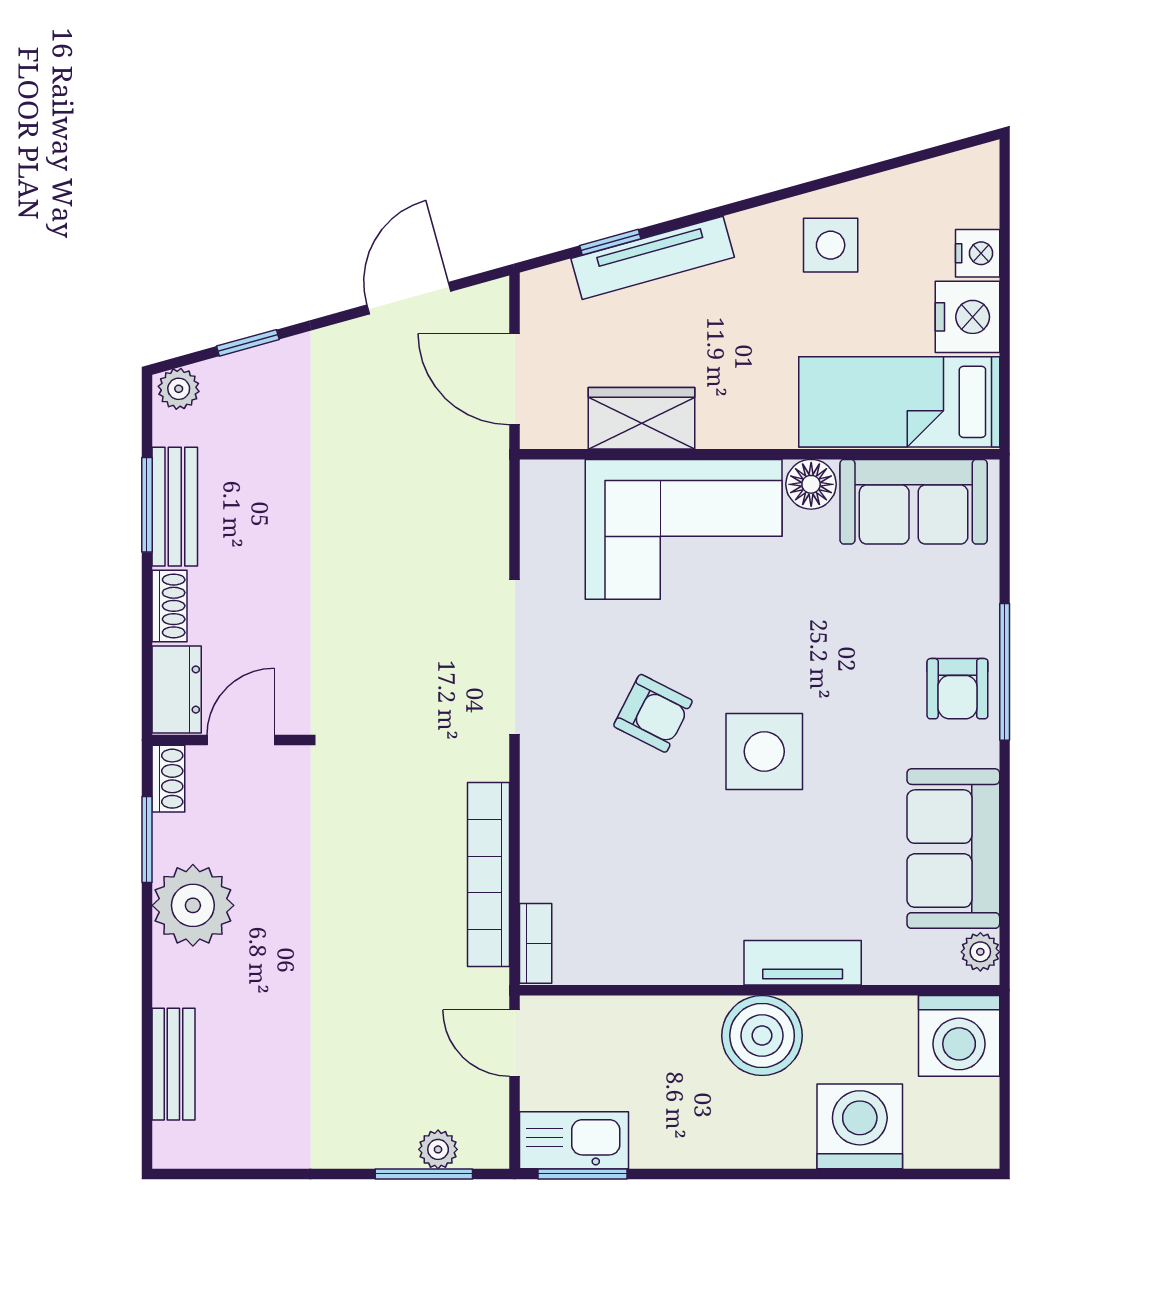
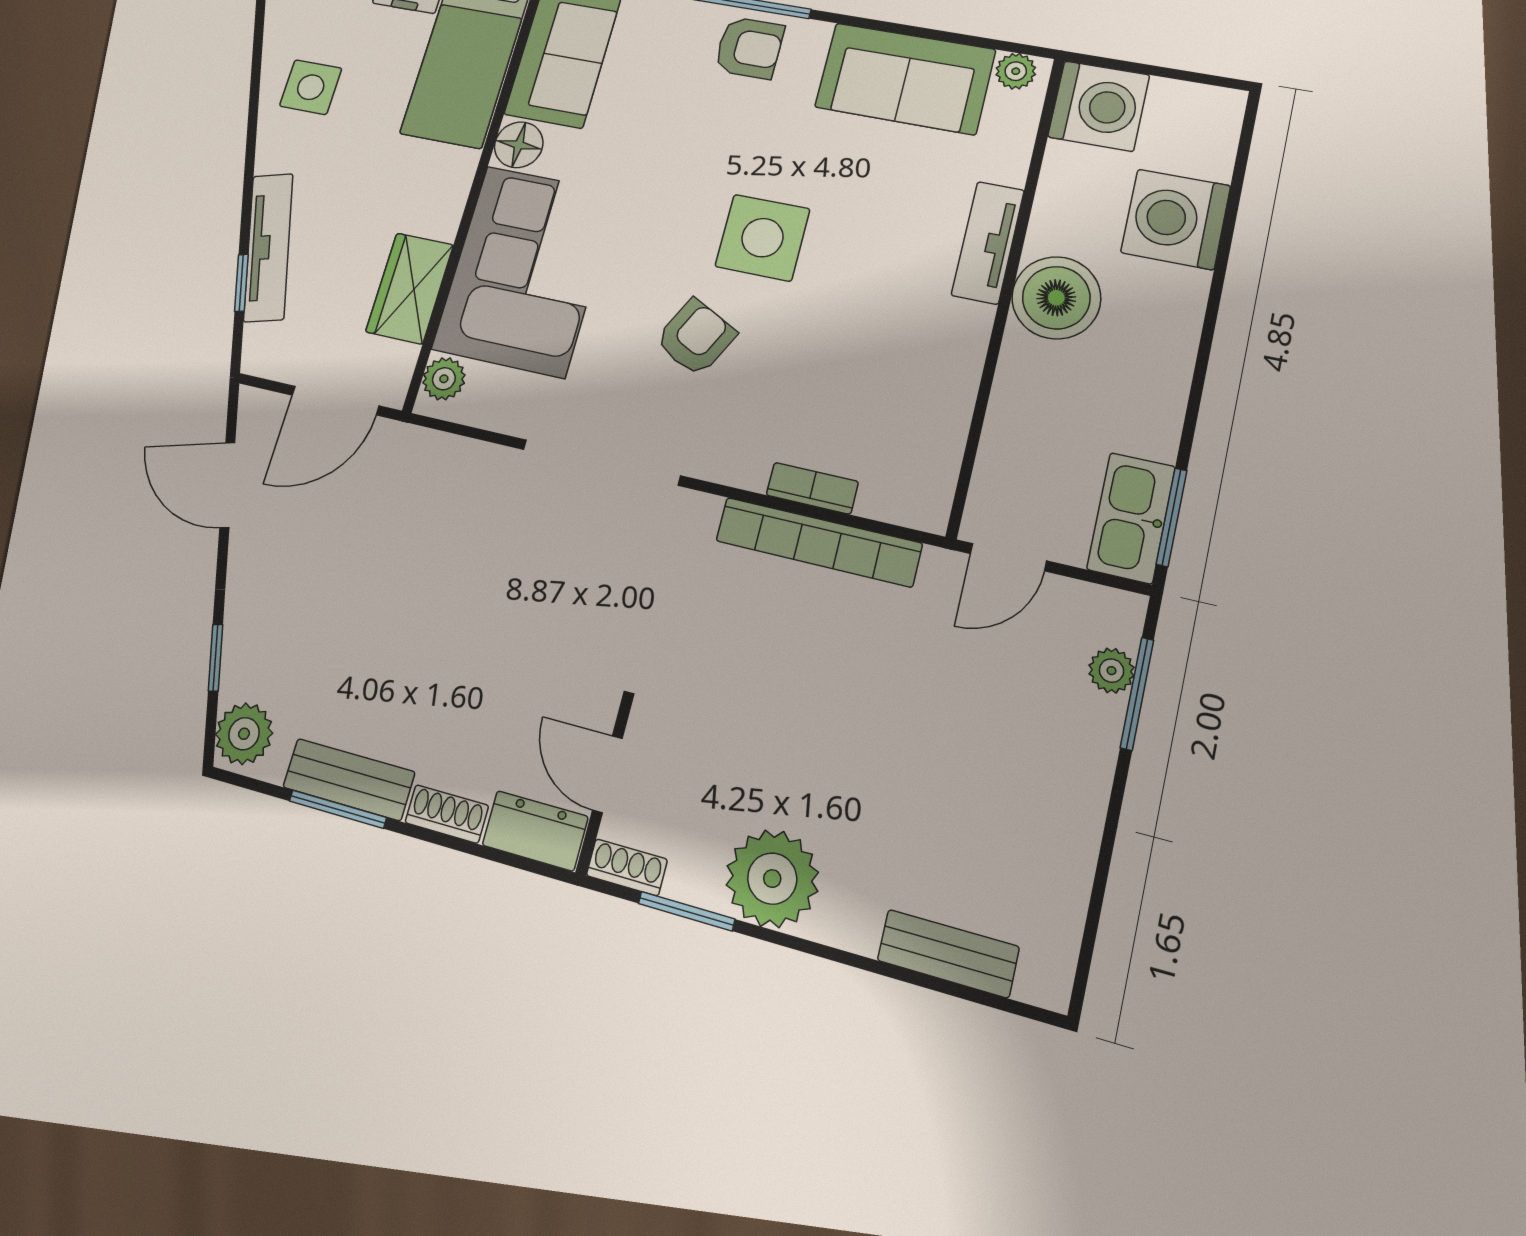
plant: (179, 389) -> (244, 734), width x1.38, depth x1.38
plant: (560, 481) -> (444, 379), added
bookcase: (536, 943) -> (812, 488), moved

